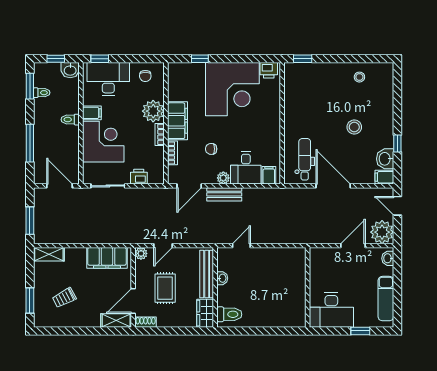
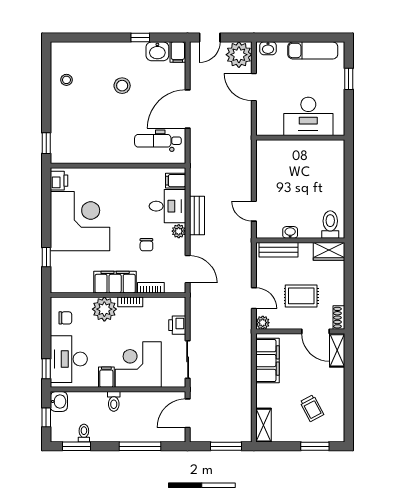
bench: (224, 194) -> (197, 216), moved
bench: (207, 274) -> (278, 250), width x0.73
desk: (331, 310) -> (308, 116), moved, turned 90

